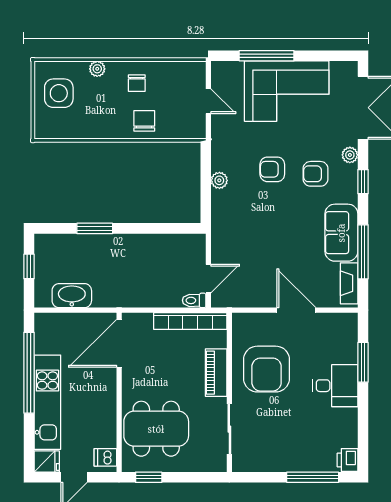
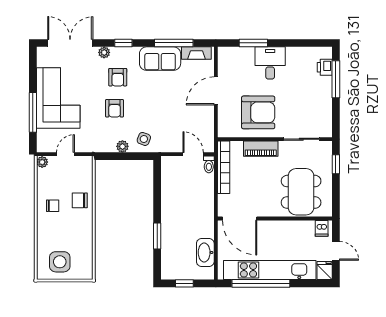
plant: (97, 69) -> (42, 162), moved
side table: (230, 210) -> (144, 139), added
kitchen unit: (47, 402) -> (270, 270), width x1.36
printer: (347, 460) -> (325, 67), moved, turned 90
window: (149, 477) -> (336, 164), moved

